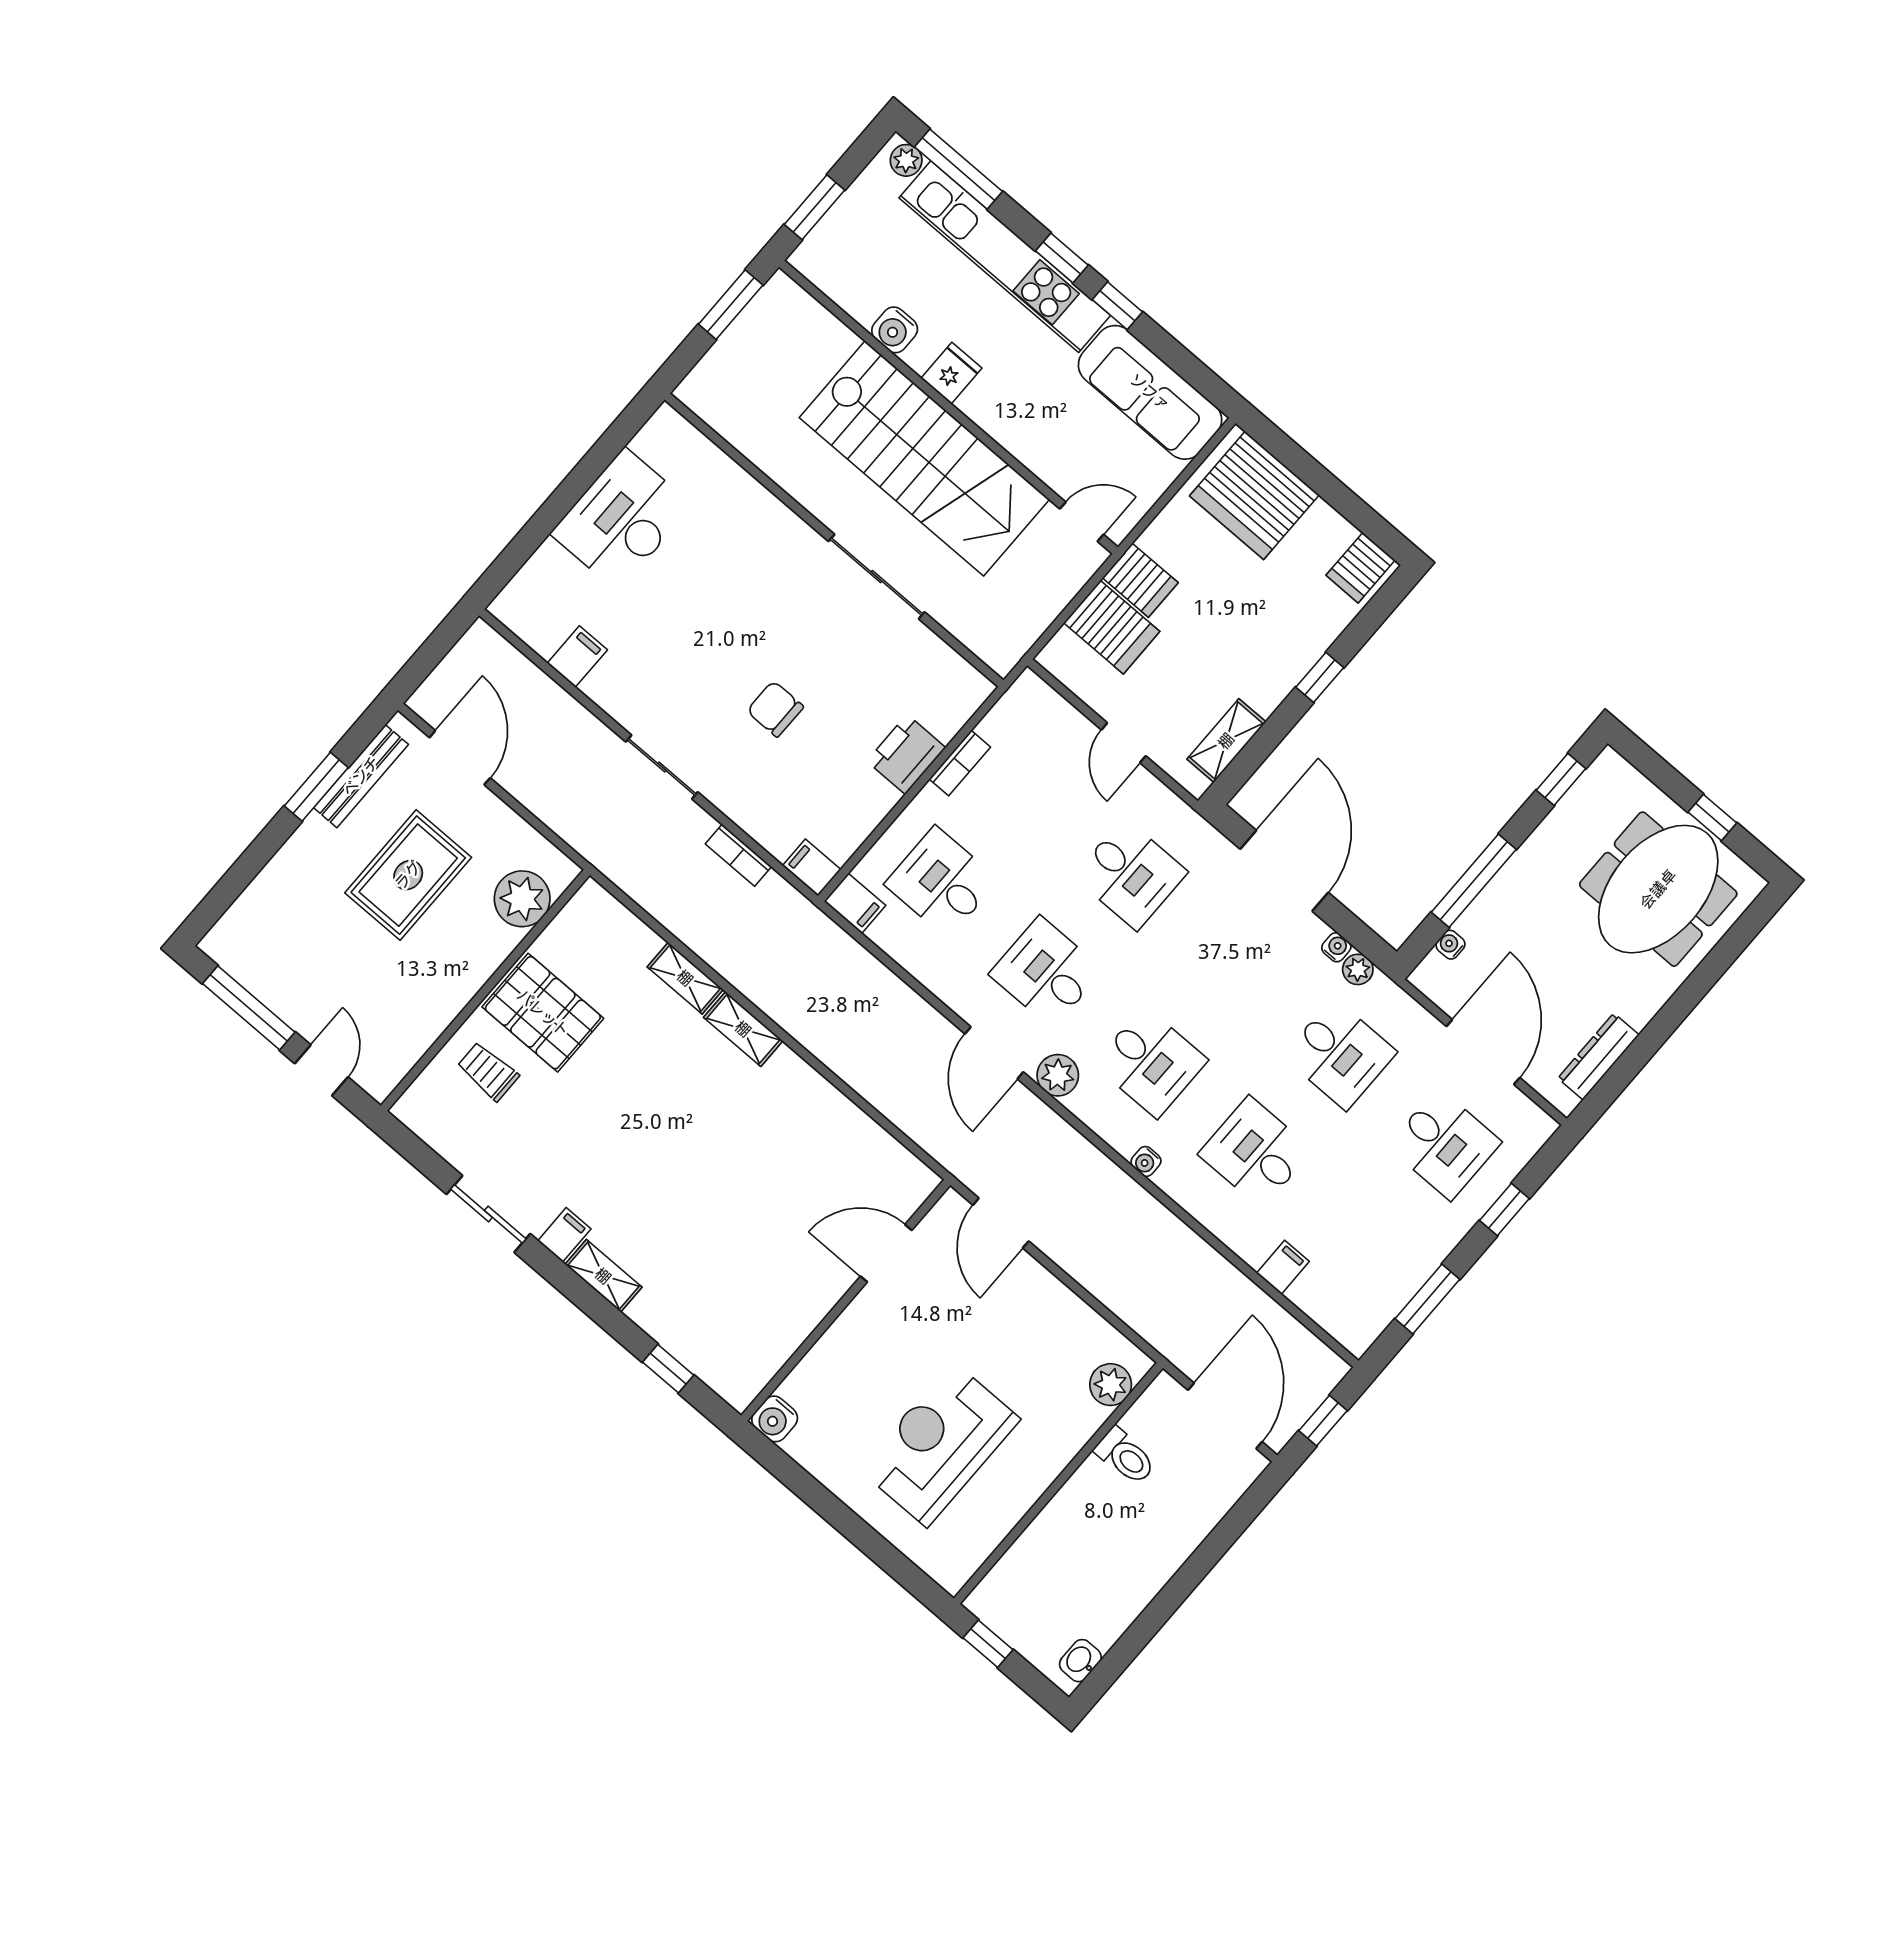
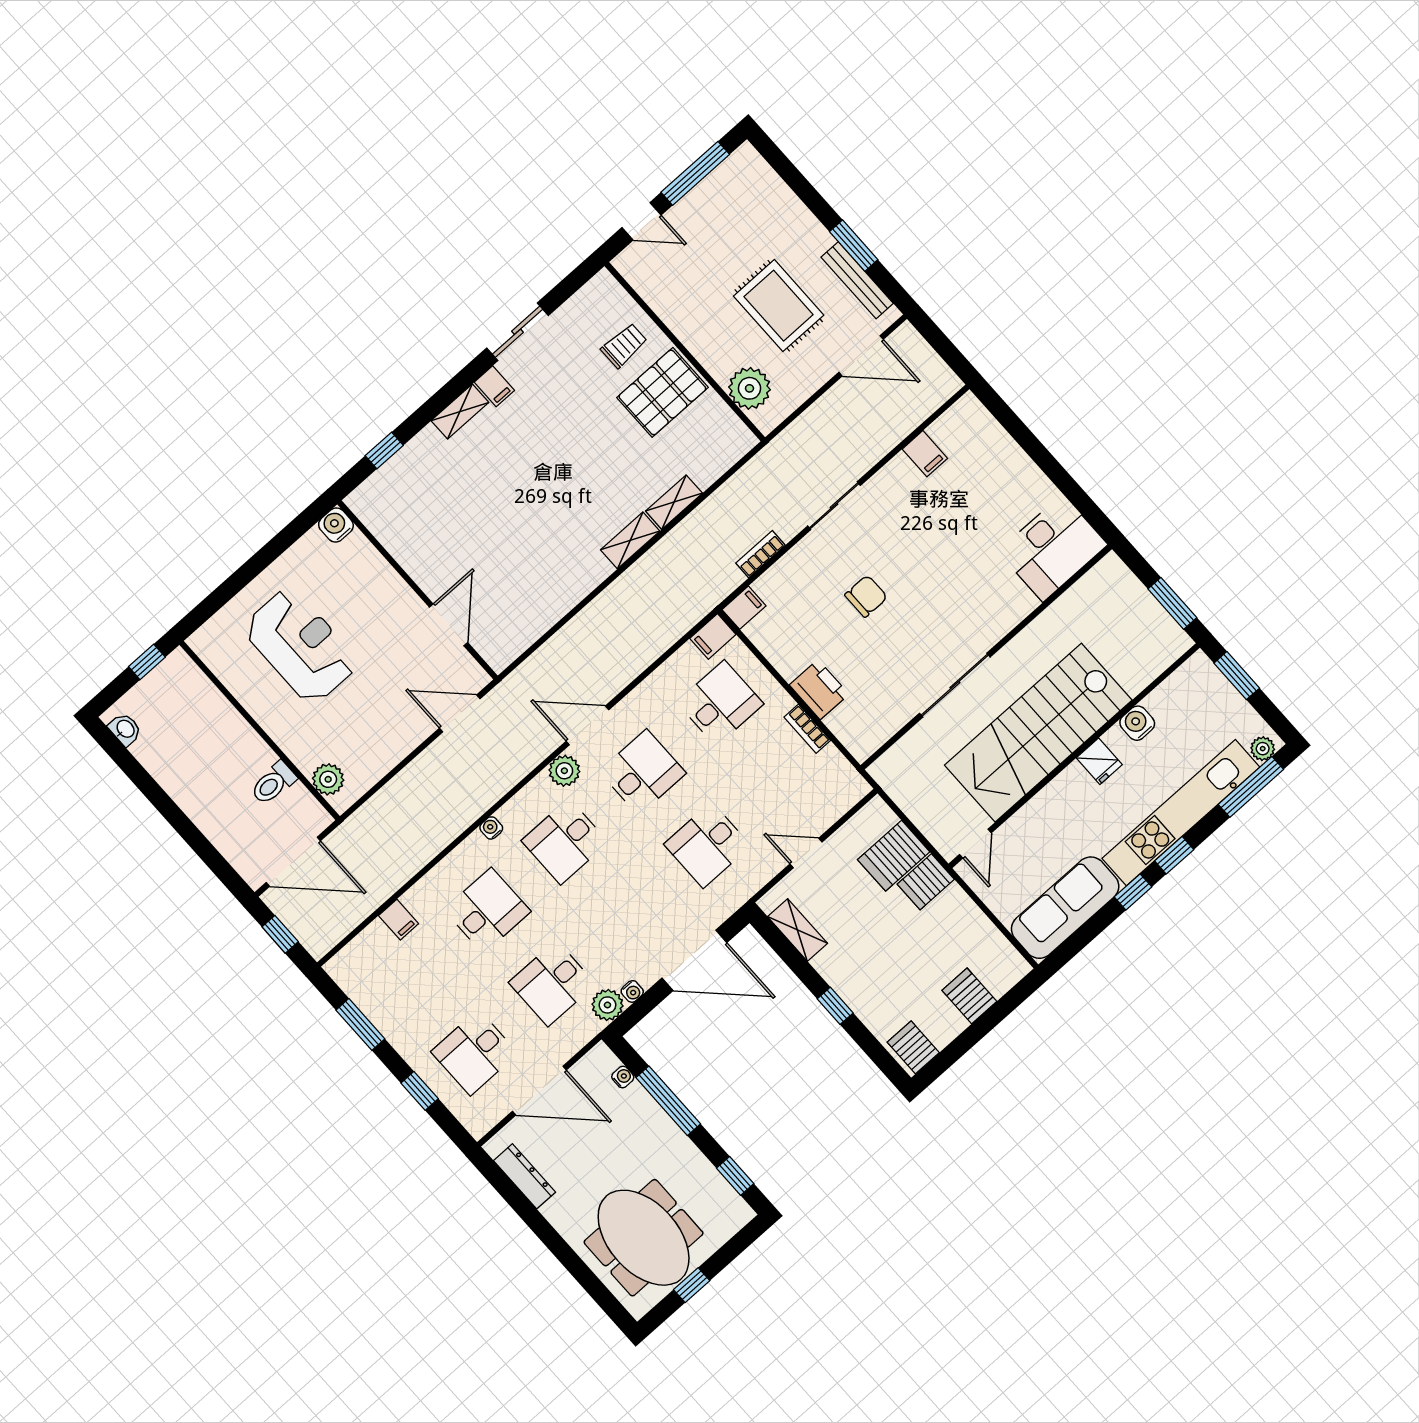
server rack: (1254, 495) -> (969, 996), width x0.46, depth x0.70
desk: (621, 520) -> (1053, 548), moved, turned 90
plant: (1358, 969) -> (607, 1005), width x1.38, depth x1.38

